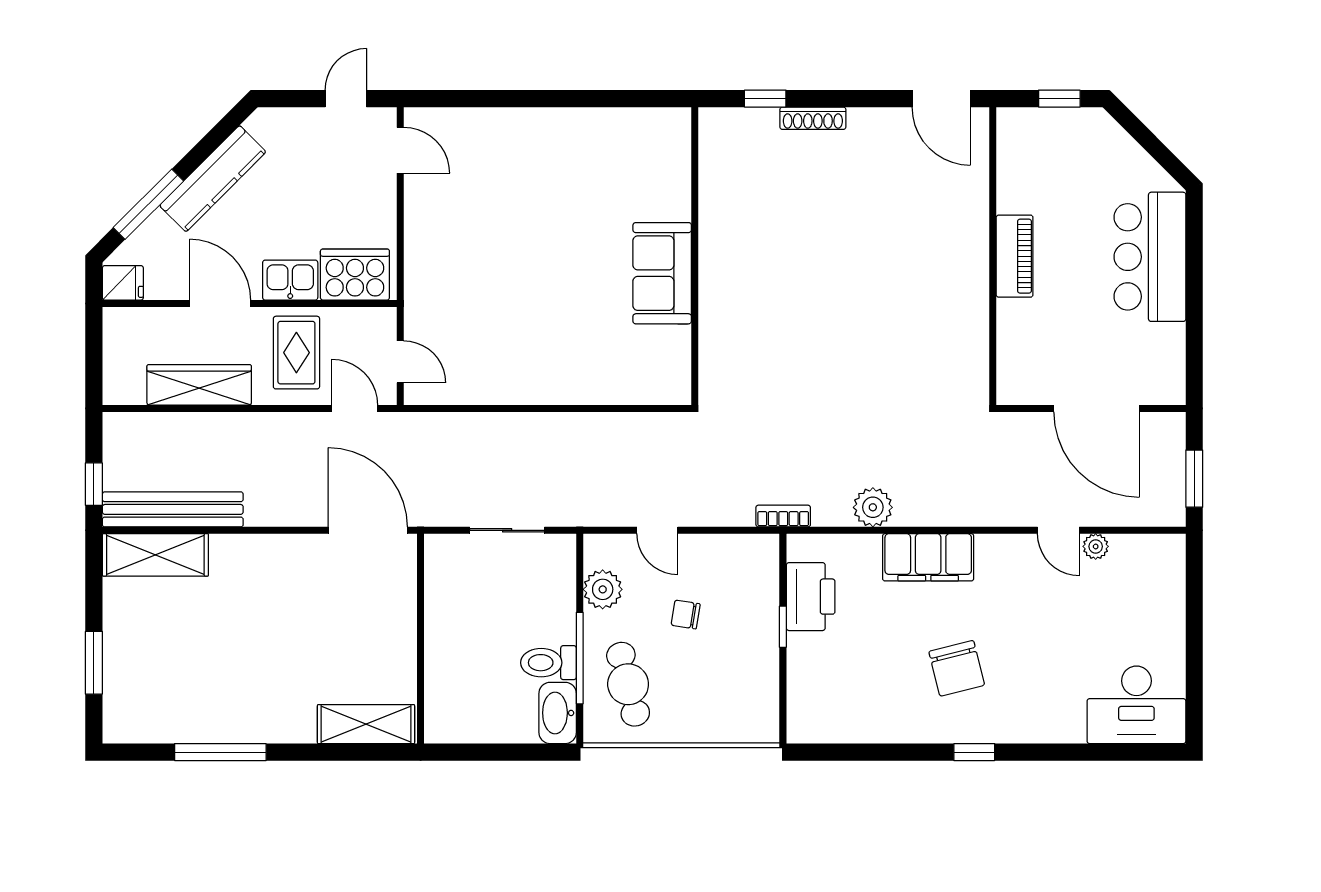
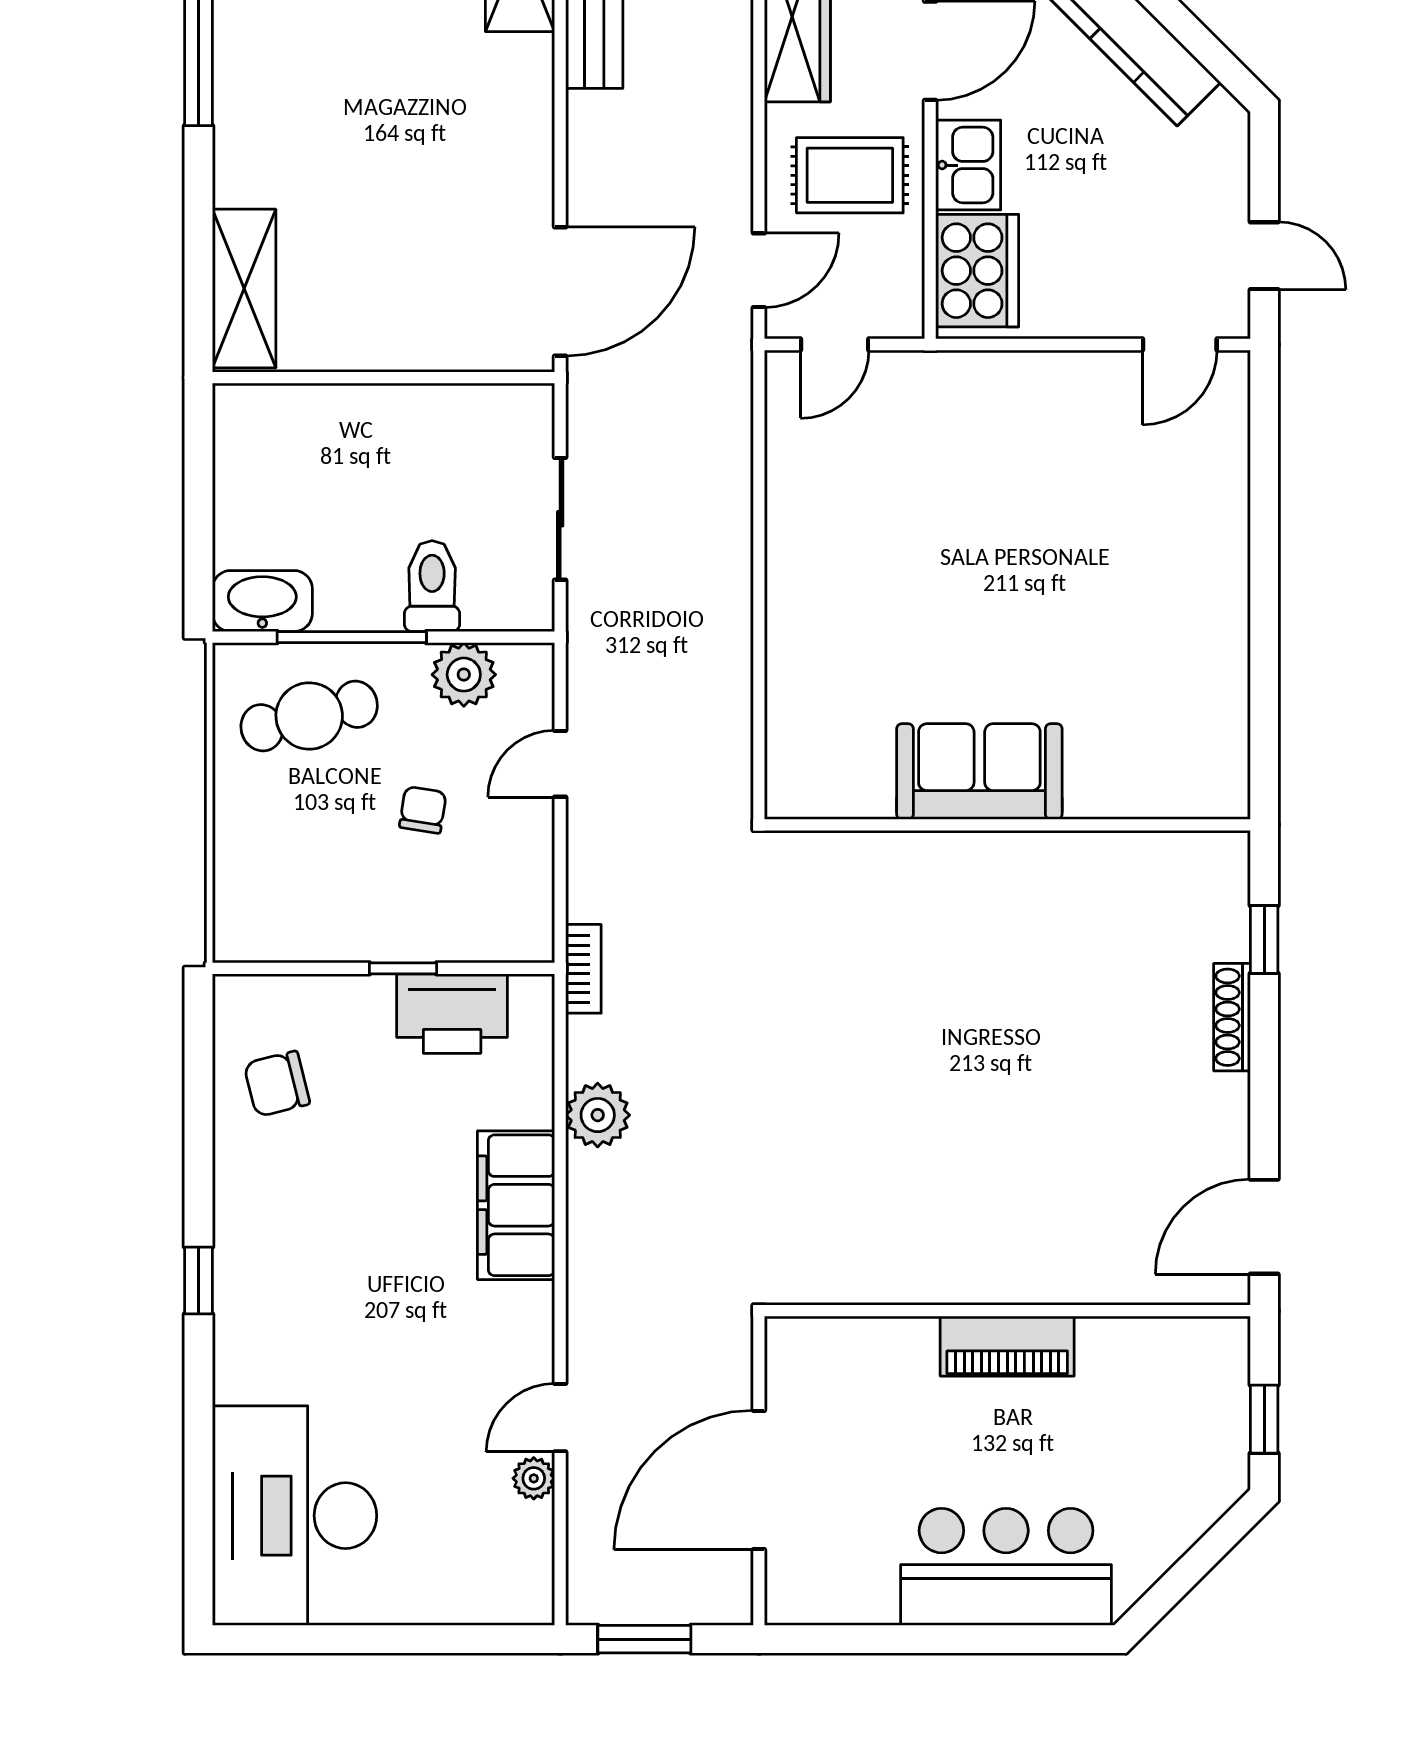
toilet: (548, 663) -> (432, 586), moved
chair: (957, 668) -> (277, 1084), moved, width x0.73, depth x0.73
desk: (1136, 705) -> (294, 1516), width x1.36, depth x1.30

